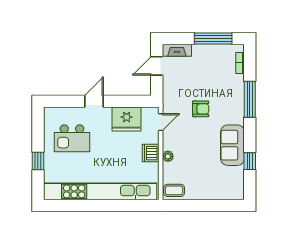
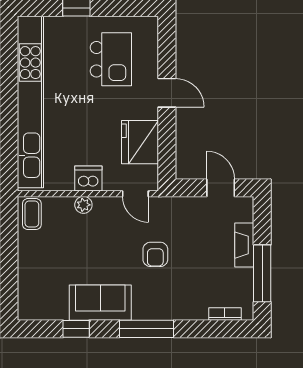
fireplace: (177, 50) -> (244, 245), moved
window: (250, 99) -> (147, 329), moved
kitchen island: (72, 138) -> (111, 59), turned 180

